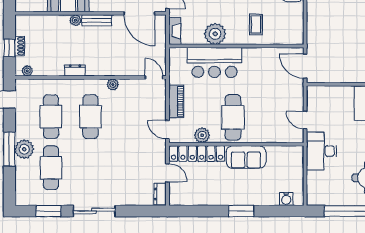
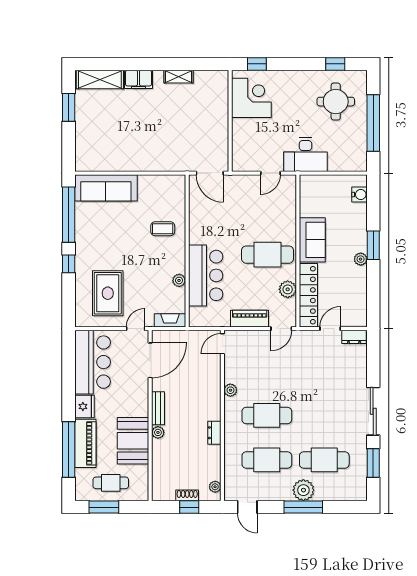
plant: (215, 34) -> (179, 280), width x0.53, depth x0.53
door: (305, 66) -> (210, 173), hinge flipped
plant: (229, 200) -> (361, 259), added

